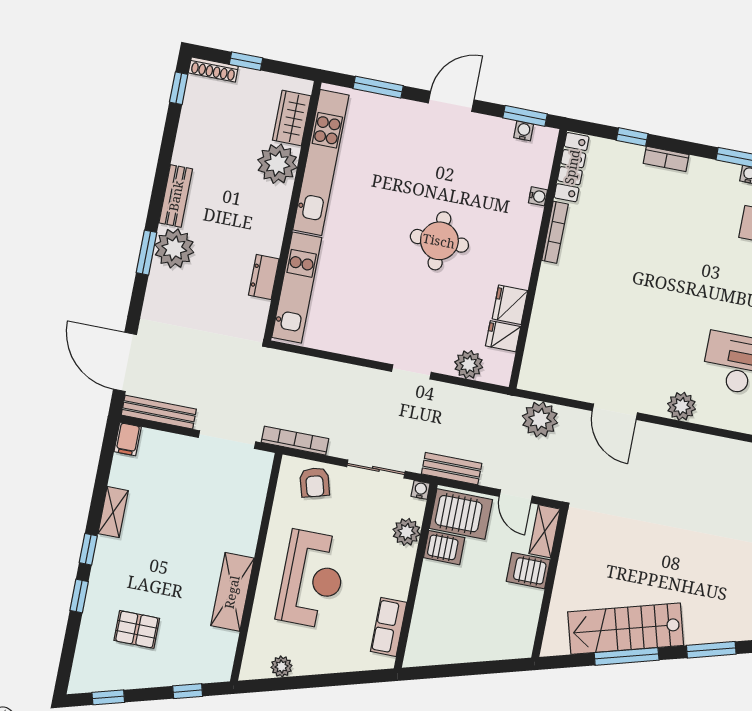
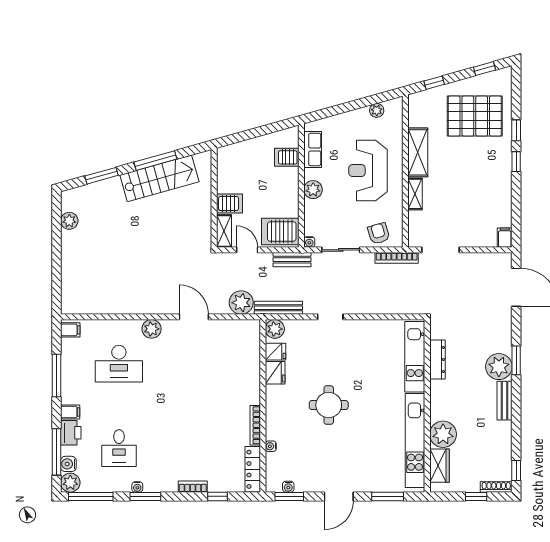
dresser: (264, 277) -> (437, 359), width x1.44
plant: (469, 365) -> (275, 329), moved
bench: (159, 412) -> (278, 308), moved
shelving: (113, 512) -> (415, 194), moved
plant: (406, 532) -> (313, 190), moved
server rack: (444, 548) -> (287, 157), moved
pallet: (137, 629) -> (475, 116), width x2.05, depth x2.00

